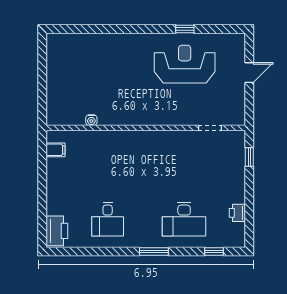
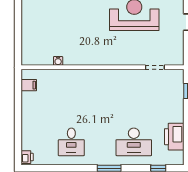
printer: (237, 213) -> (174, 137), width x1.87, depth x1.48
printer: (57, 231) -> (27, 157), width x0.53, depth x0.68

